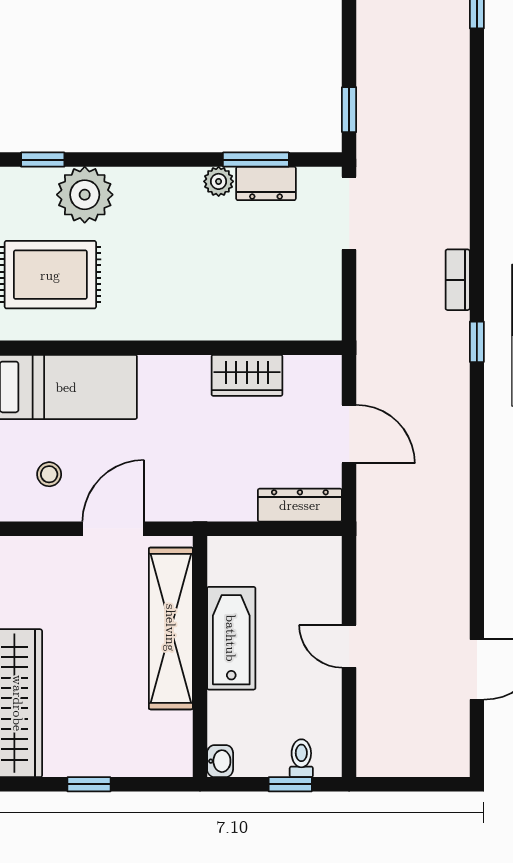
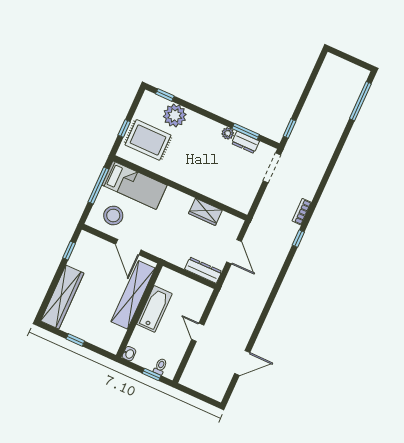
stool: (49, 474) -> (113, 215), width x1.89, depth x1.89
door: (113, 529) -> (128, 247), swing flipped

